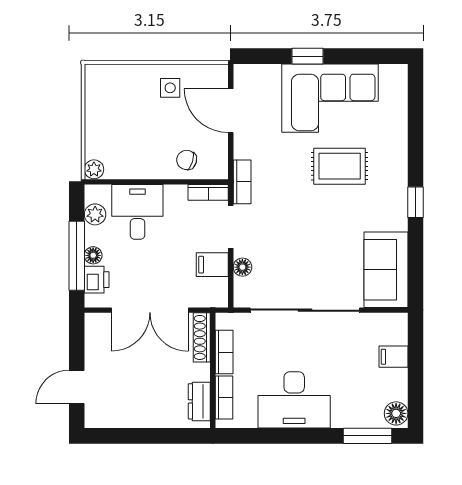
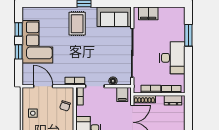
window: (358, 56) -> (19, 29), added
door: (231, 111) -> (43, 86), swing flipped
rug: (340, 166) -> (77, 24), moved
filing cabinet: (212, 265) -> (122, 94), moved
filing cabinet: (393, 357) -> (148, 13), width x2.00
floor lamp: (396, 413) -> (178, 12), removed
window: (368, 436) -> (188, 35), moved

